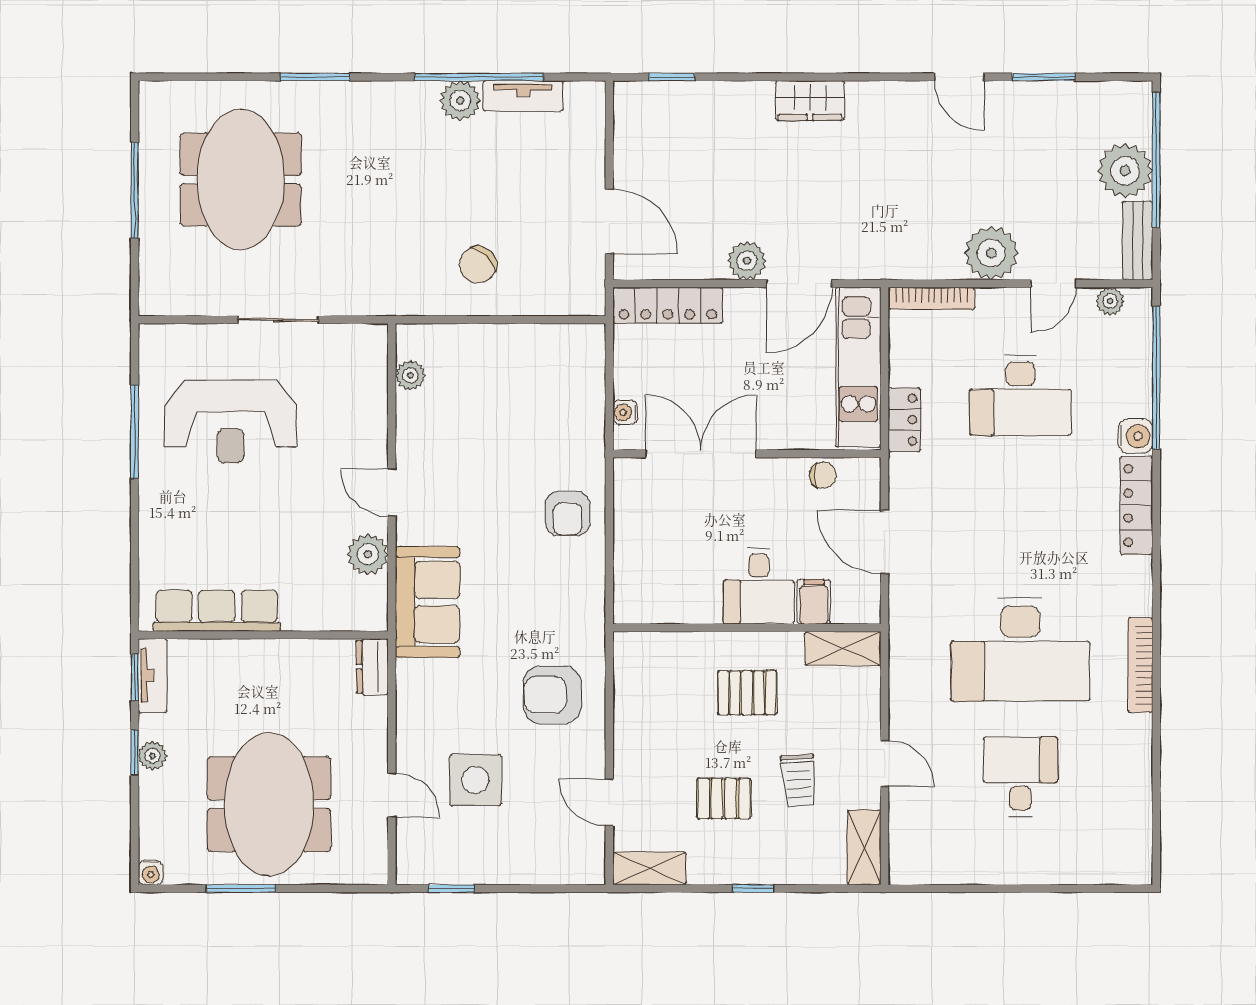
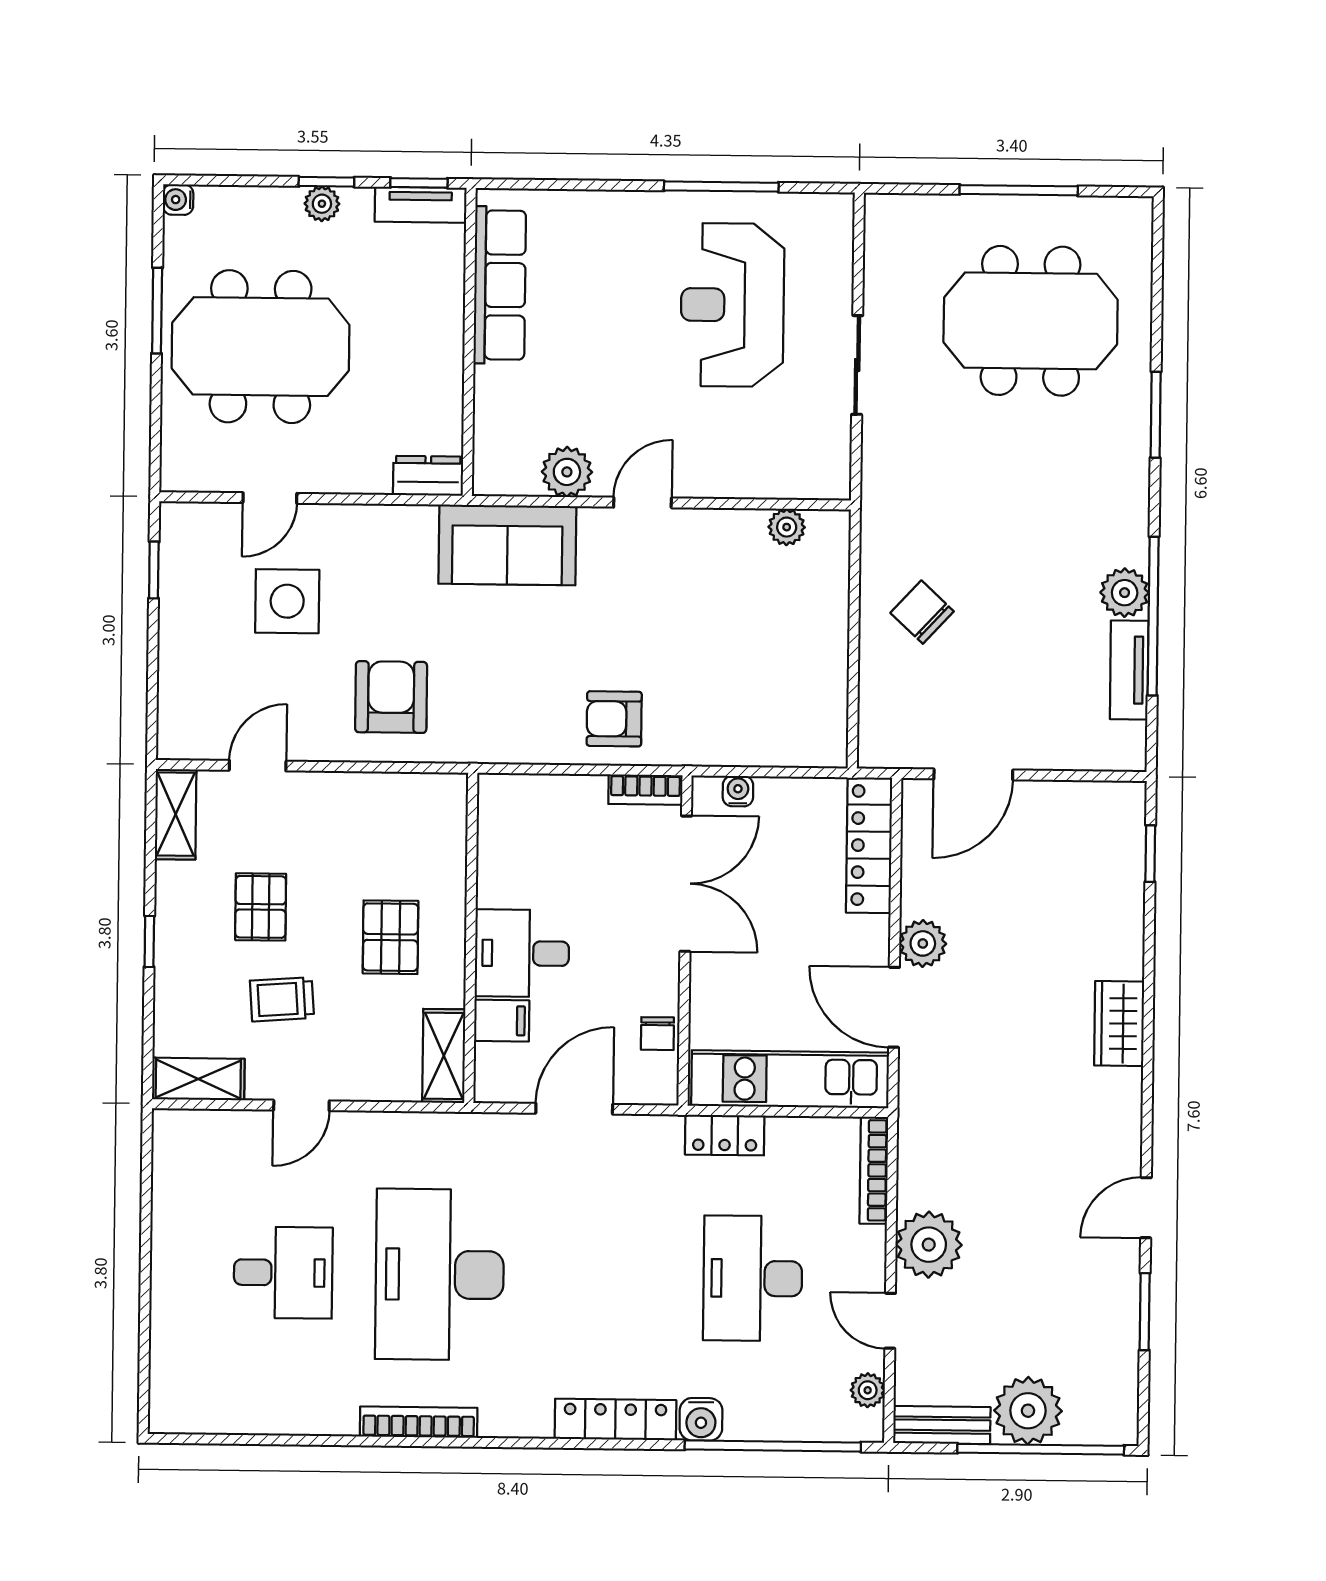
bookcase: (625, 487) -> (645, 790), added

